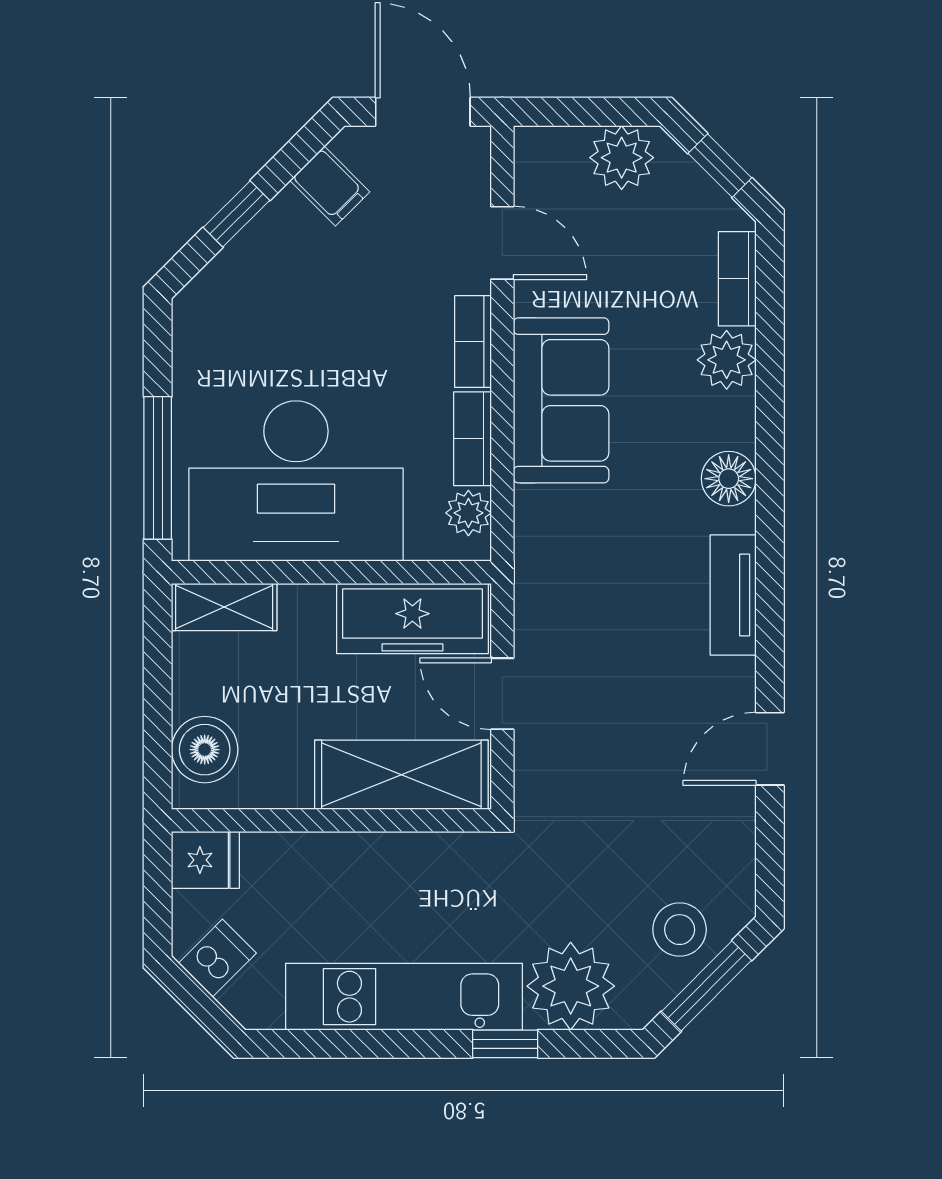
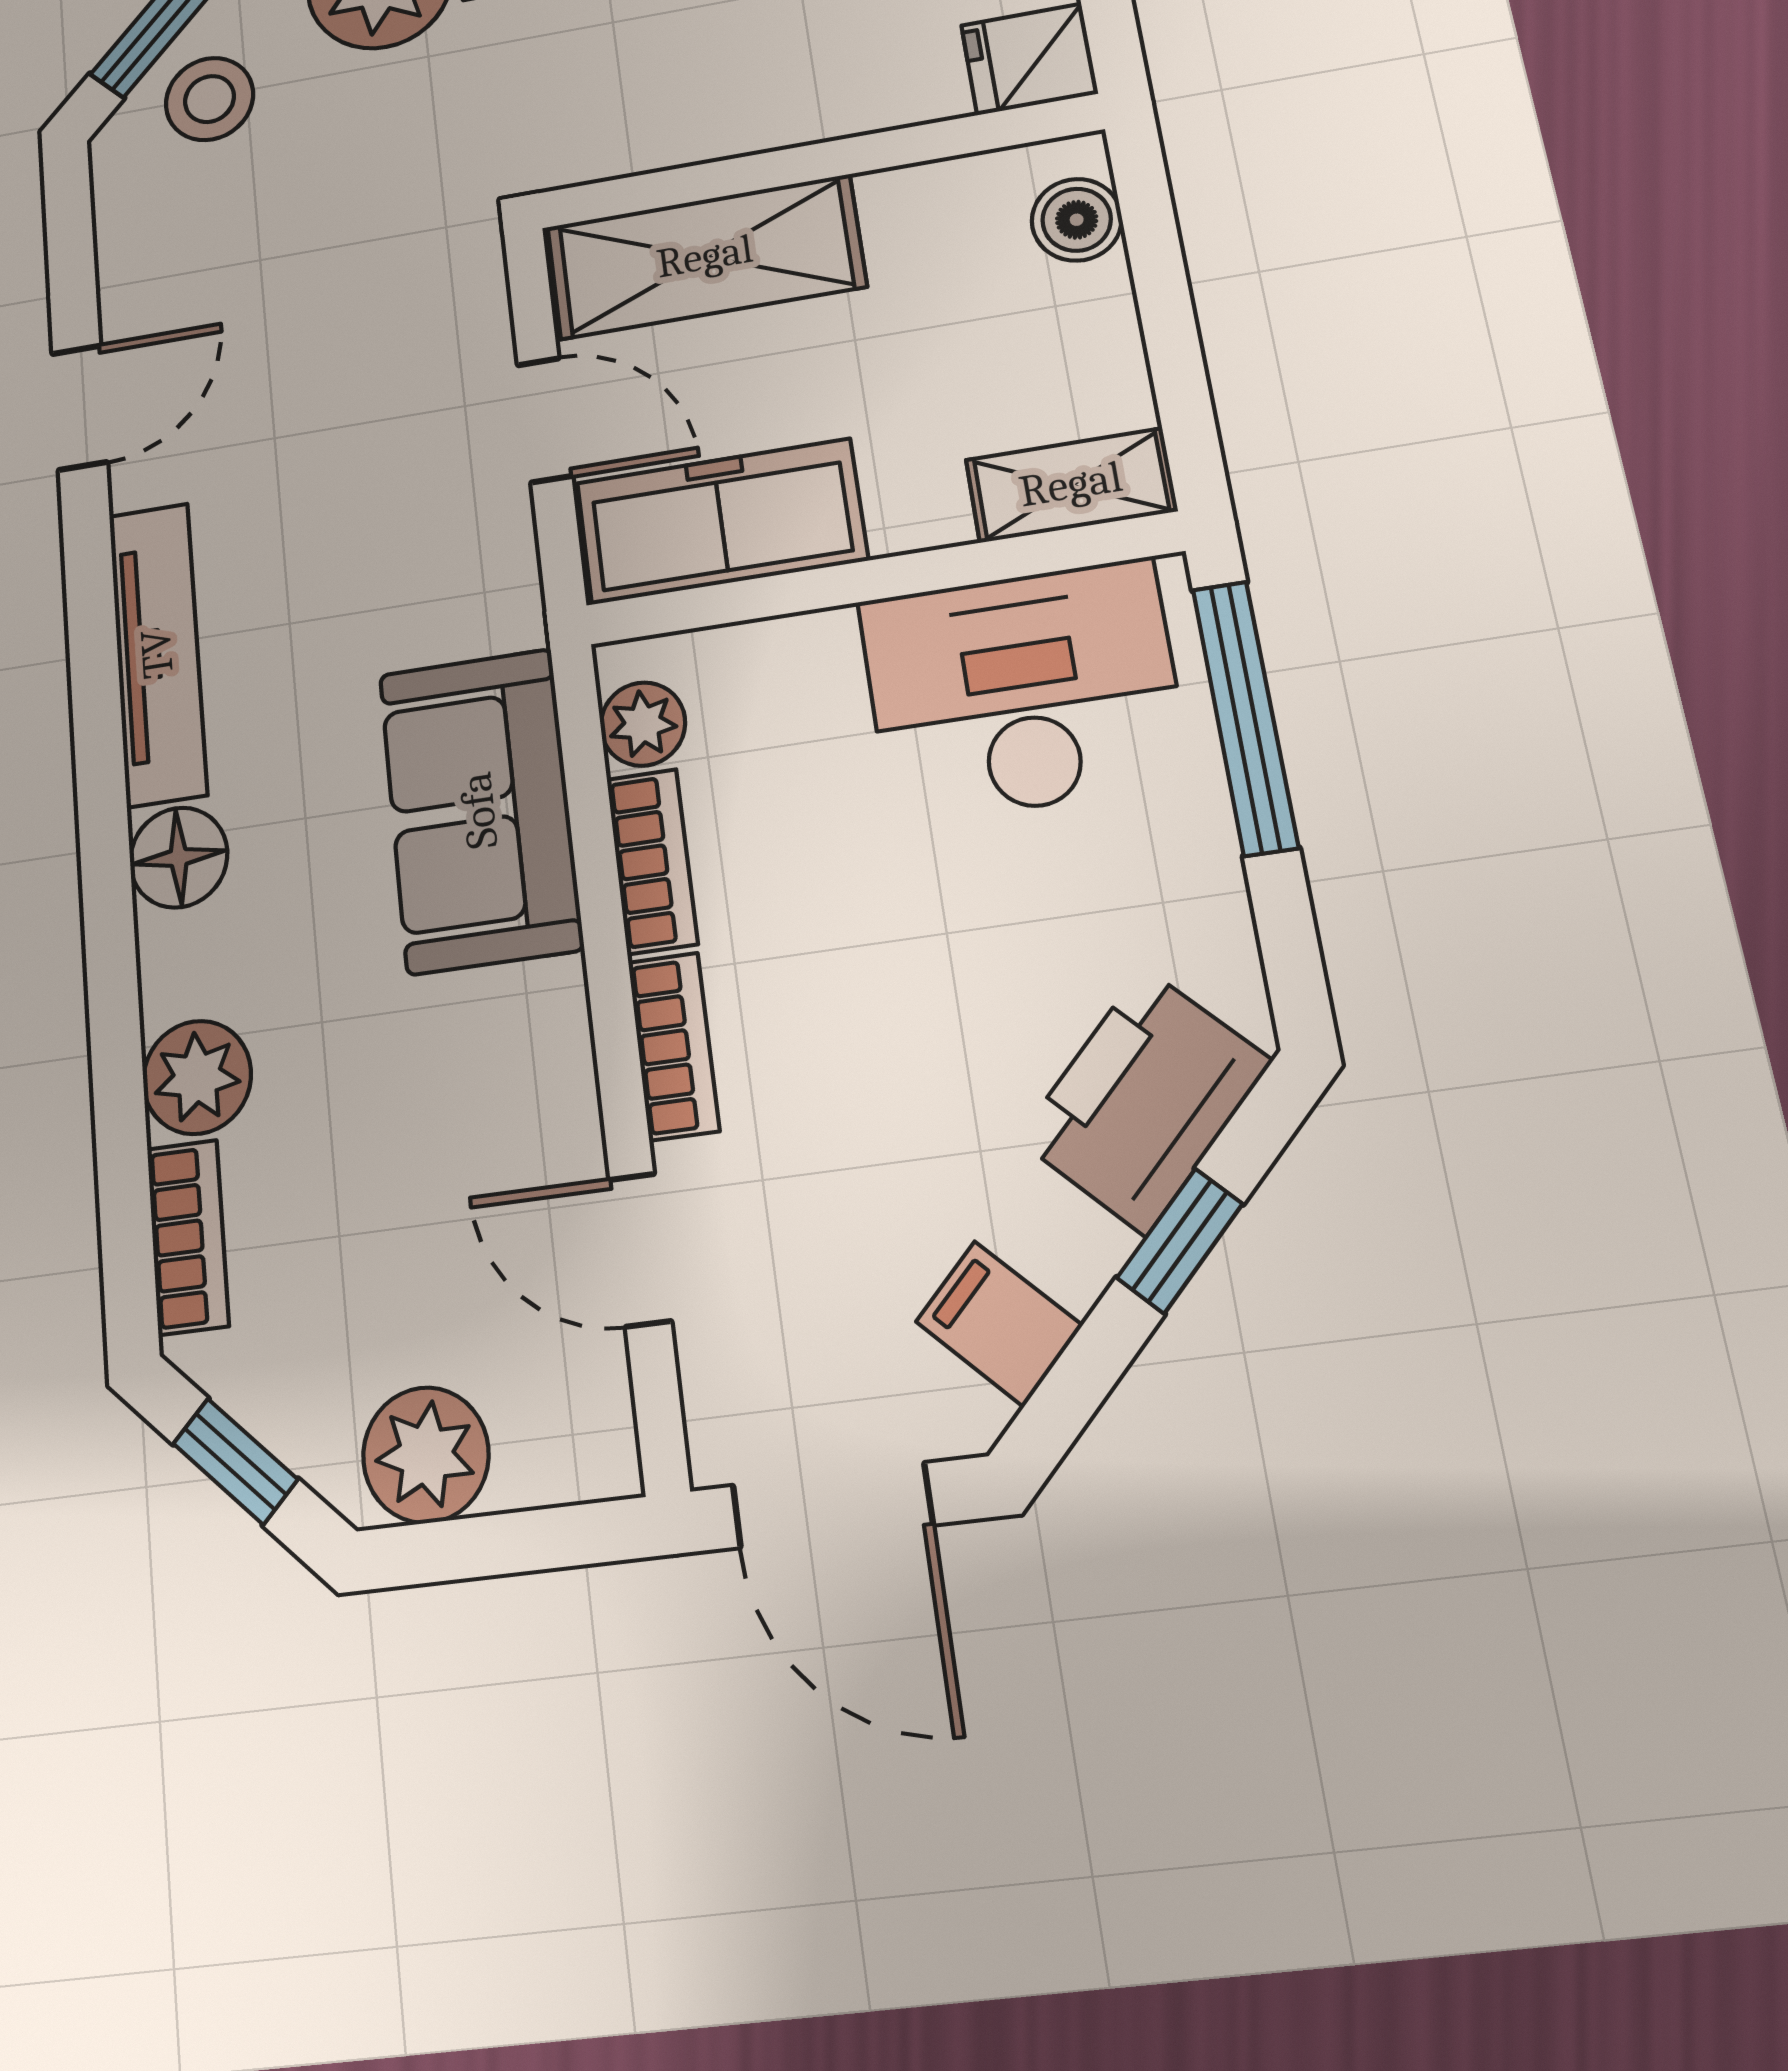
printer: (242, 283) -> (1144, 1100), added
sofa: (561, 400) -> (480, 810), moved
desk: (296, 481) -> (1023, 691), width x0.73, depth x0.77
tv unit: (733, 595) -> (158, 653), width x1.41
boiler: (205, 750) -> (1077, 220), width x0.73, depth x0.73

